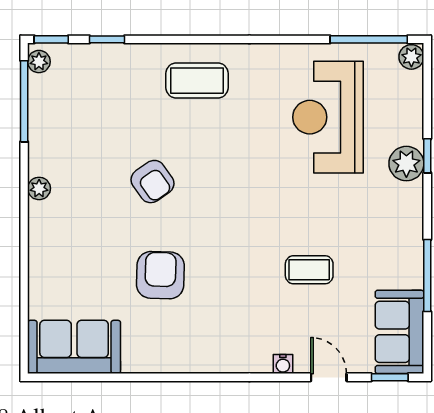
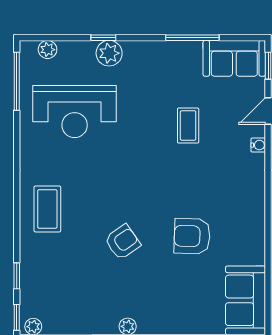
plant: (411, 57) -> (48, 50), moved

